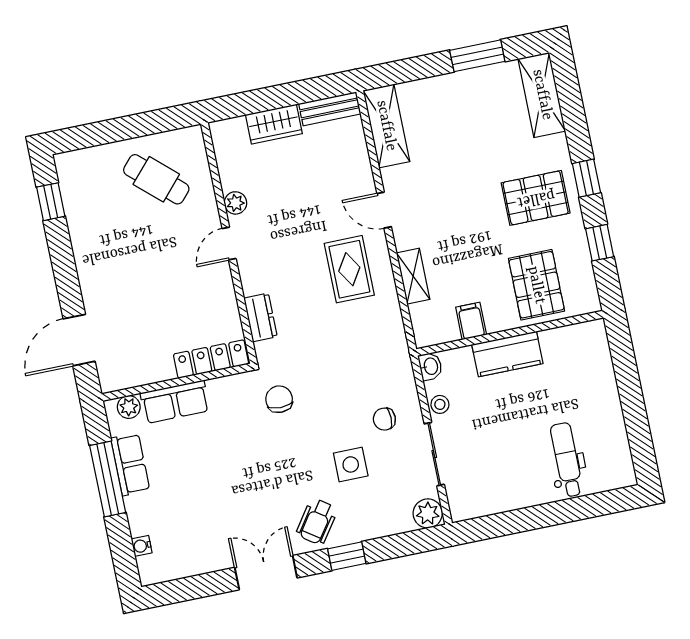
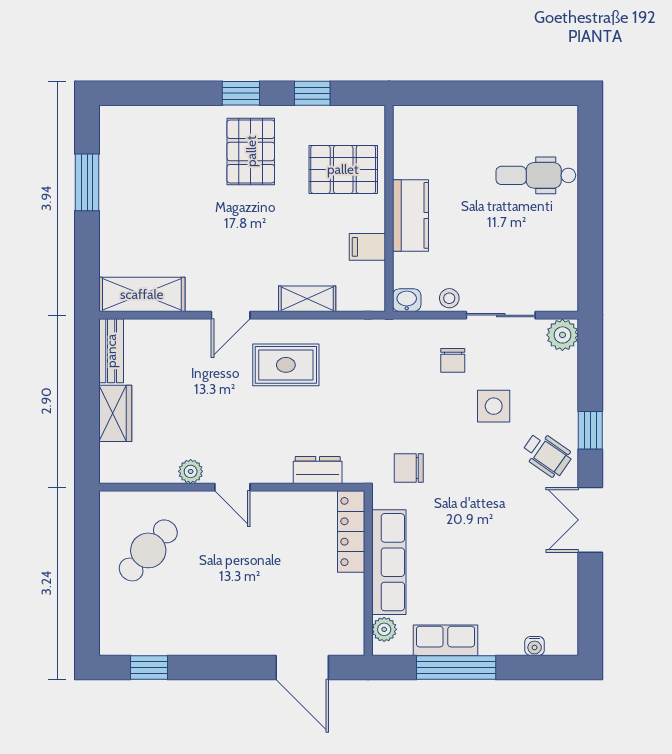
shelving: (542, 95) -> (143, 123), removed
row of seats: (175, 402) -> (389, 562), width x1.48

